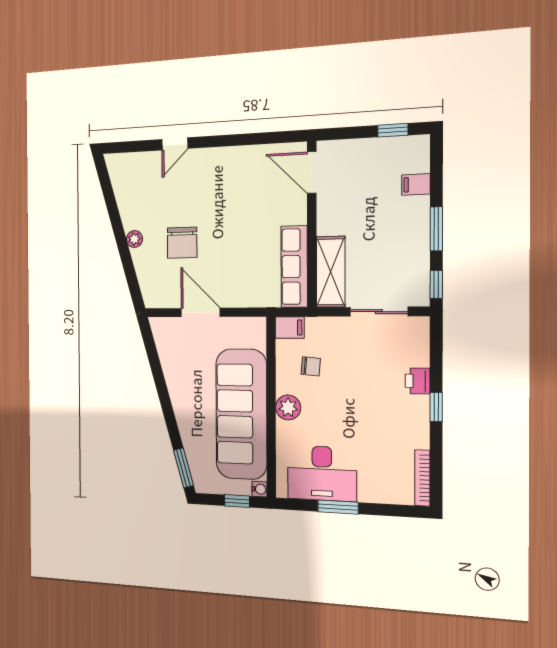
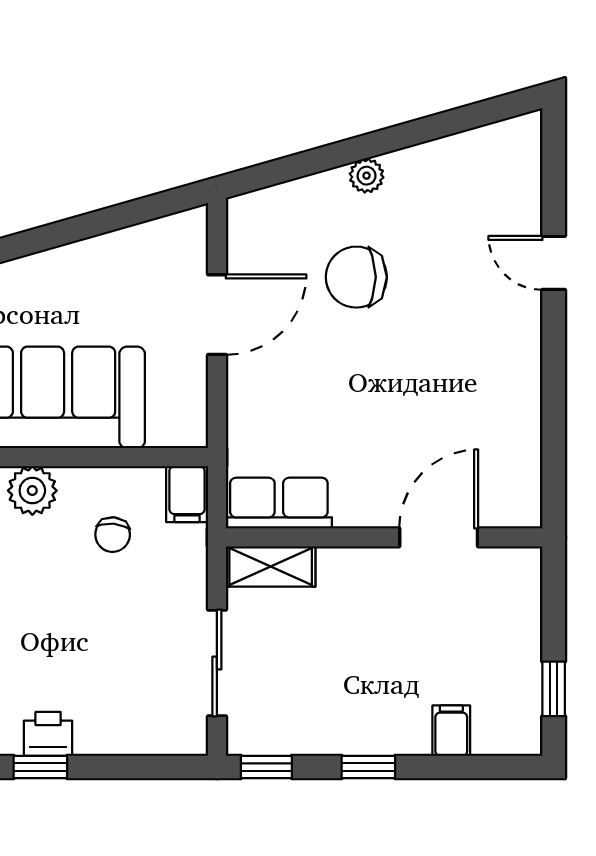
door: (312, 172) -> (439, 537), moved
window: (436, 229) -> (368, 767), width x0.67
row of seats: (294, 267) -> (279, 503), width x0.68
shelving: (331, 272) -> (271, 566), width x0.67, depth x0.75
printer: (418, 381) -> (48, 734), moved

